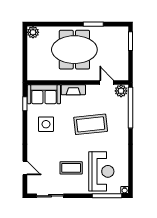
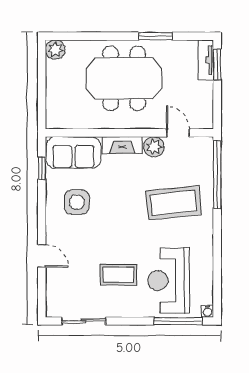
tv unit: (124, 39) -> (206, 60), added
plant: (121, 91) -> (154, 147), moved
coffee table: (91, 124) -> (174, 203), moved
door: (25, 168) -> (42, 256), moved
reception desk: (101, 171) -> (169, 281), turned 180

